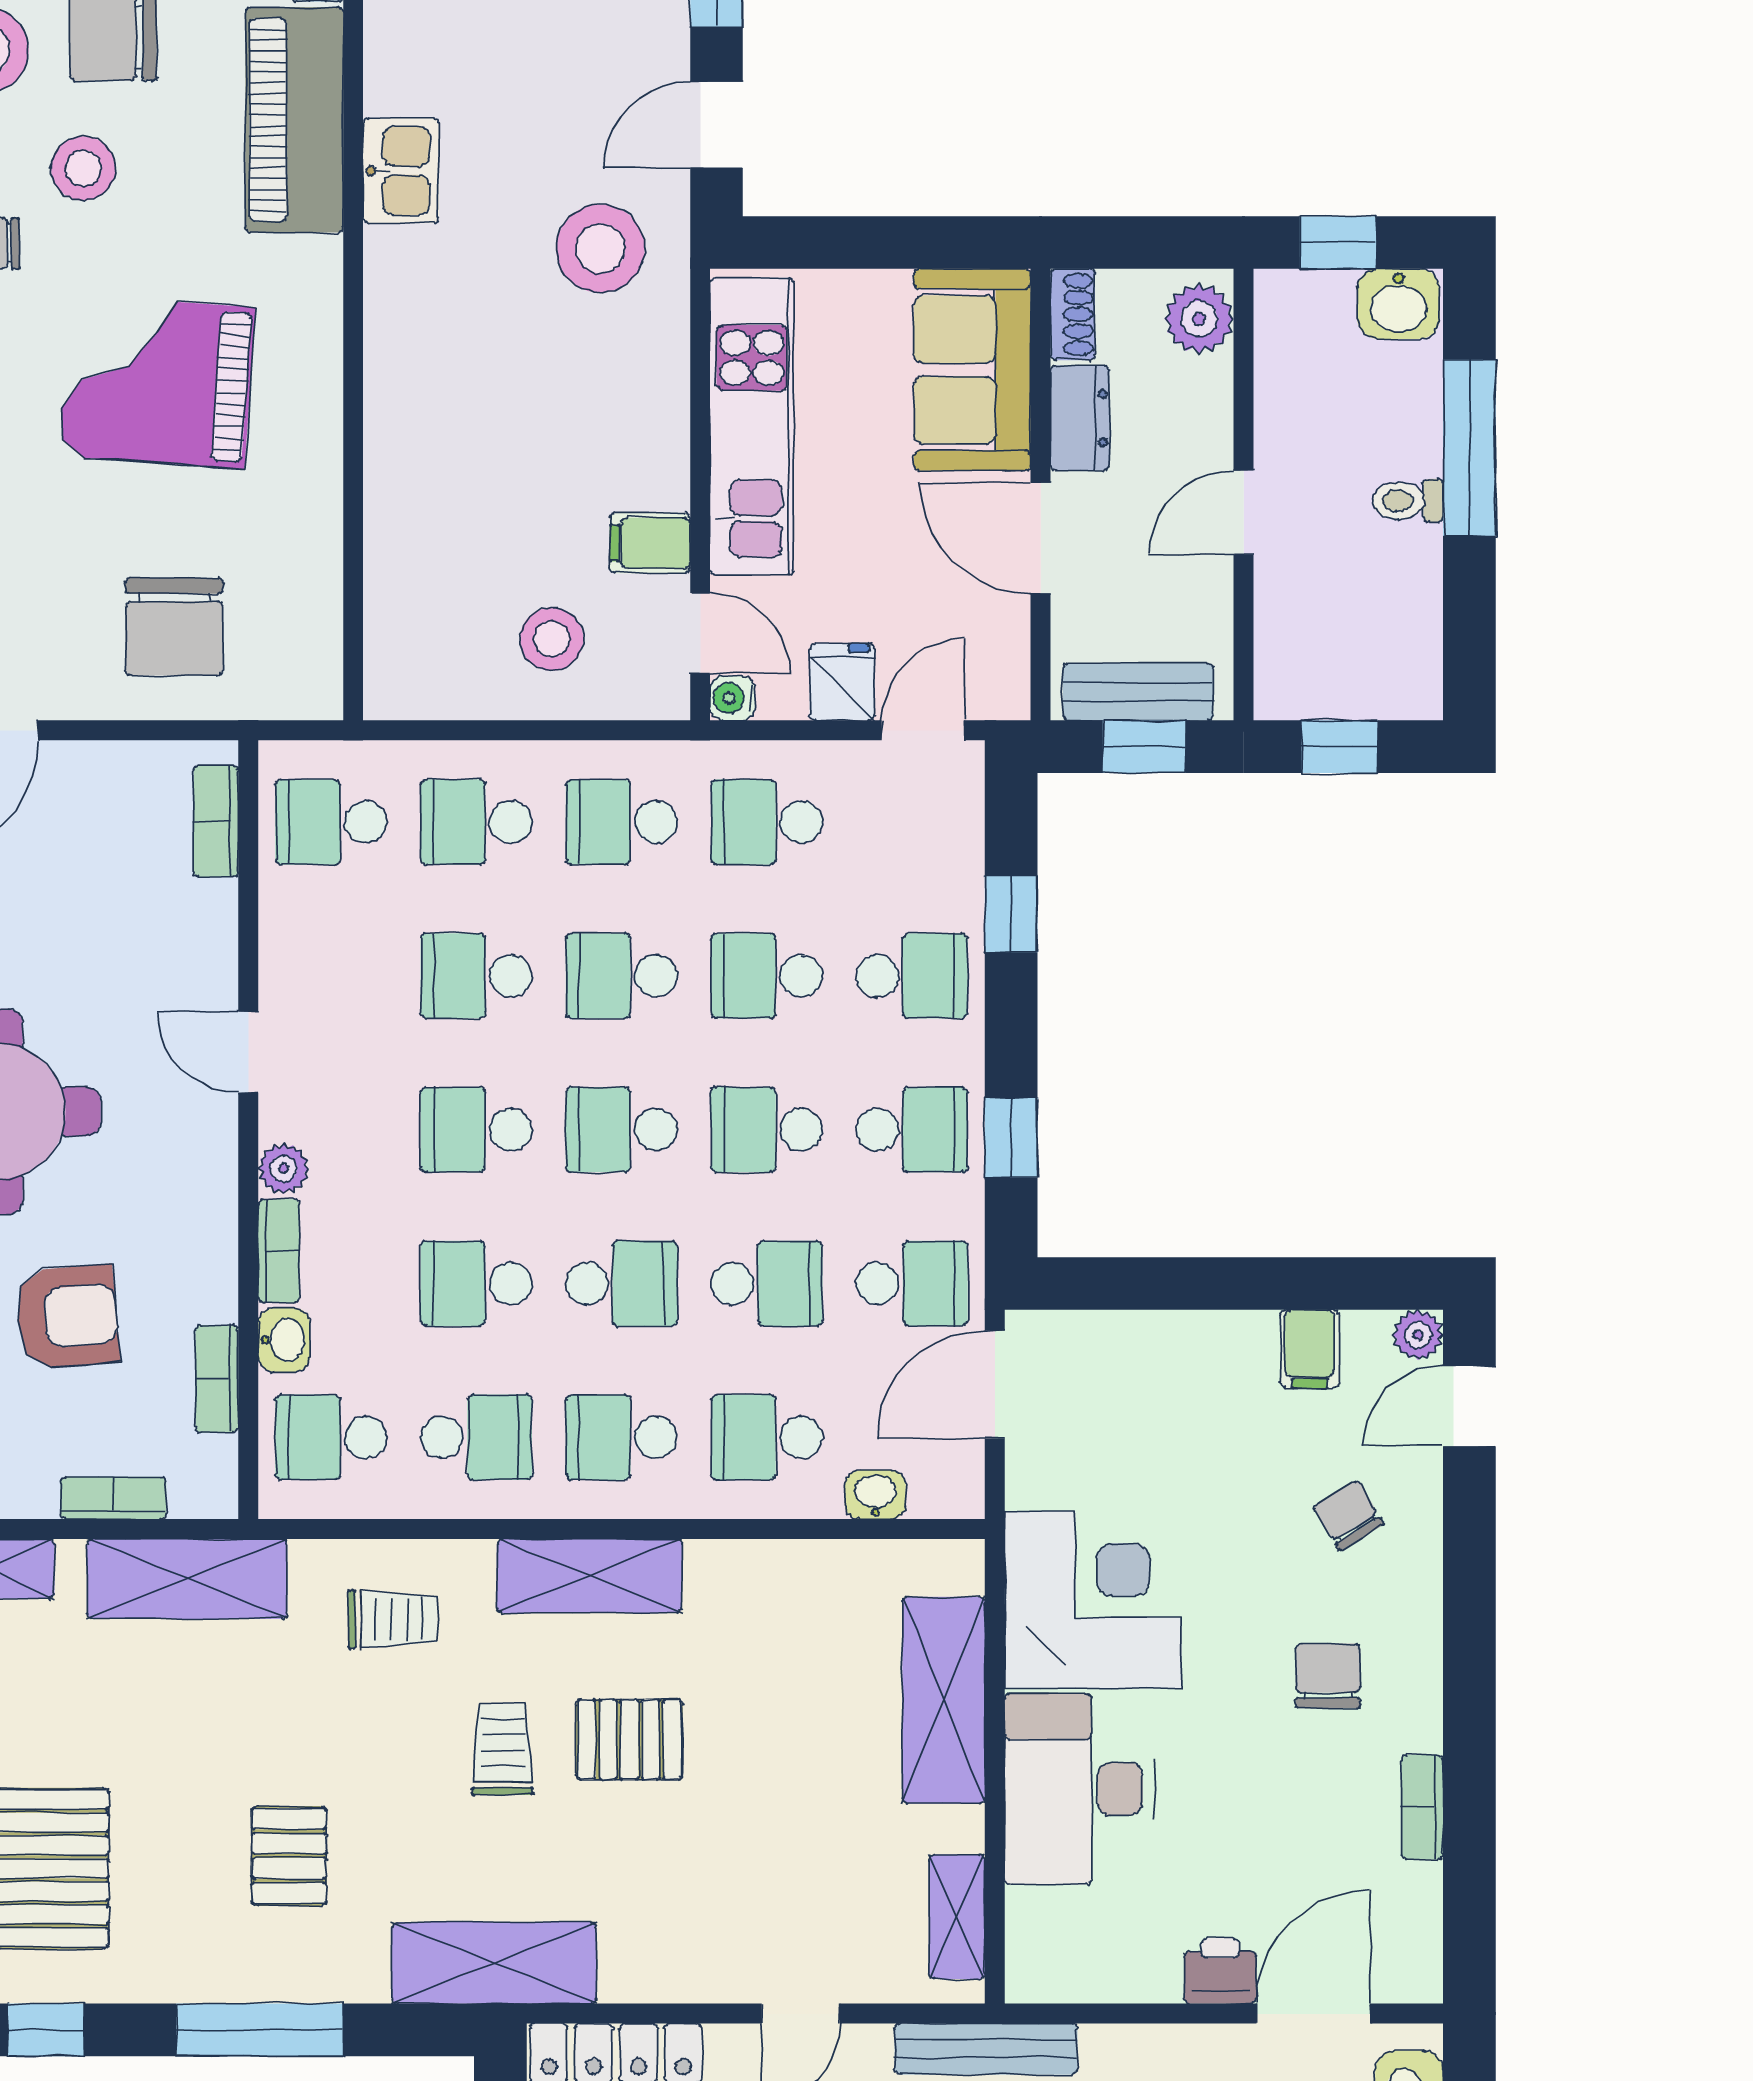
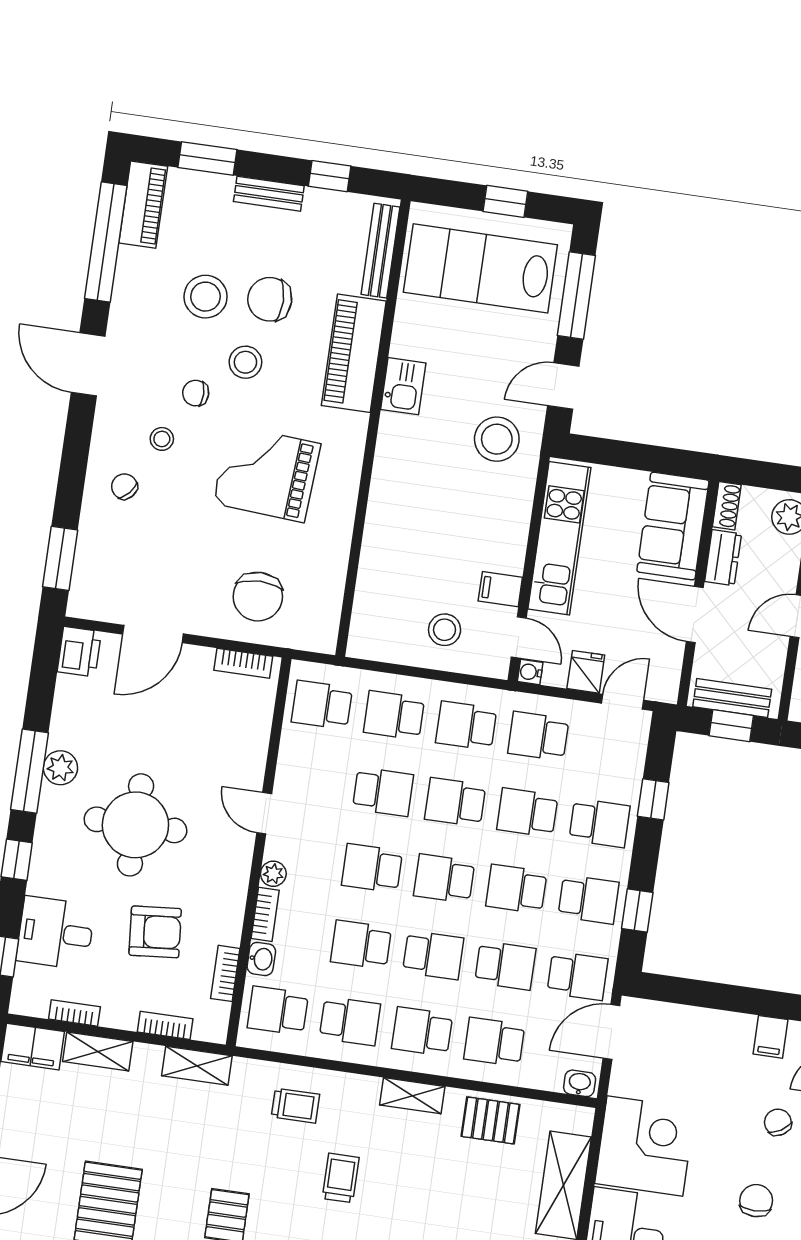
bookcase: (216, 821) -> (243, 663), moved, turned -90
school desk: (476, 976) -> (383, 792), turned 180
washbasin: (875, 1495) -> (580, 1083), moved
shelving: (589, 1576) -> (412, 1096), width x0.67, depth x0.75
shelving: (187, 1579) -> (197, 1066), width x0.67, depth x0.75
pallet: (629, 1739) -> (491, 1120), moved

